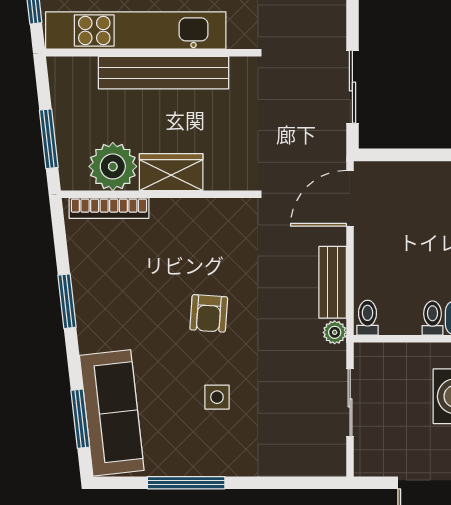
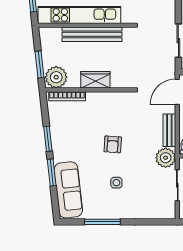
plant: (113, 166) -> (56, 77), moved
plant: (335, 332) -> (166, 158), width x1.87, depth x1.87
window: (80, 419) -> (52, 172), moved

